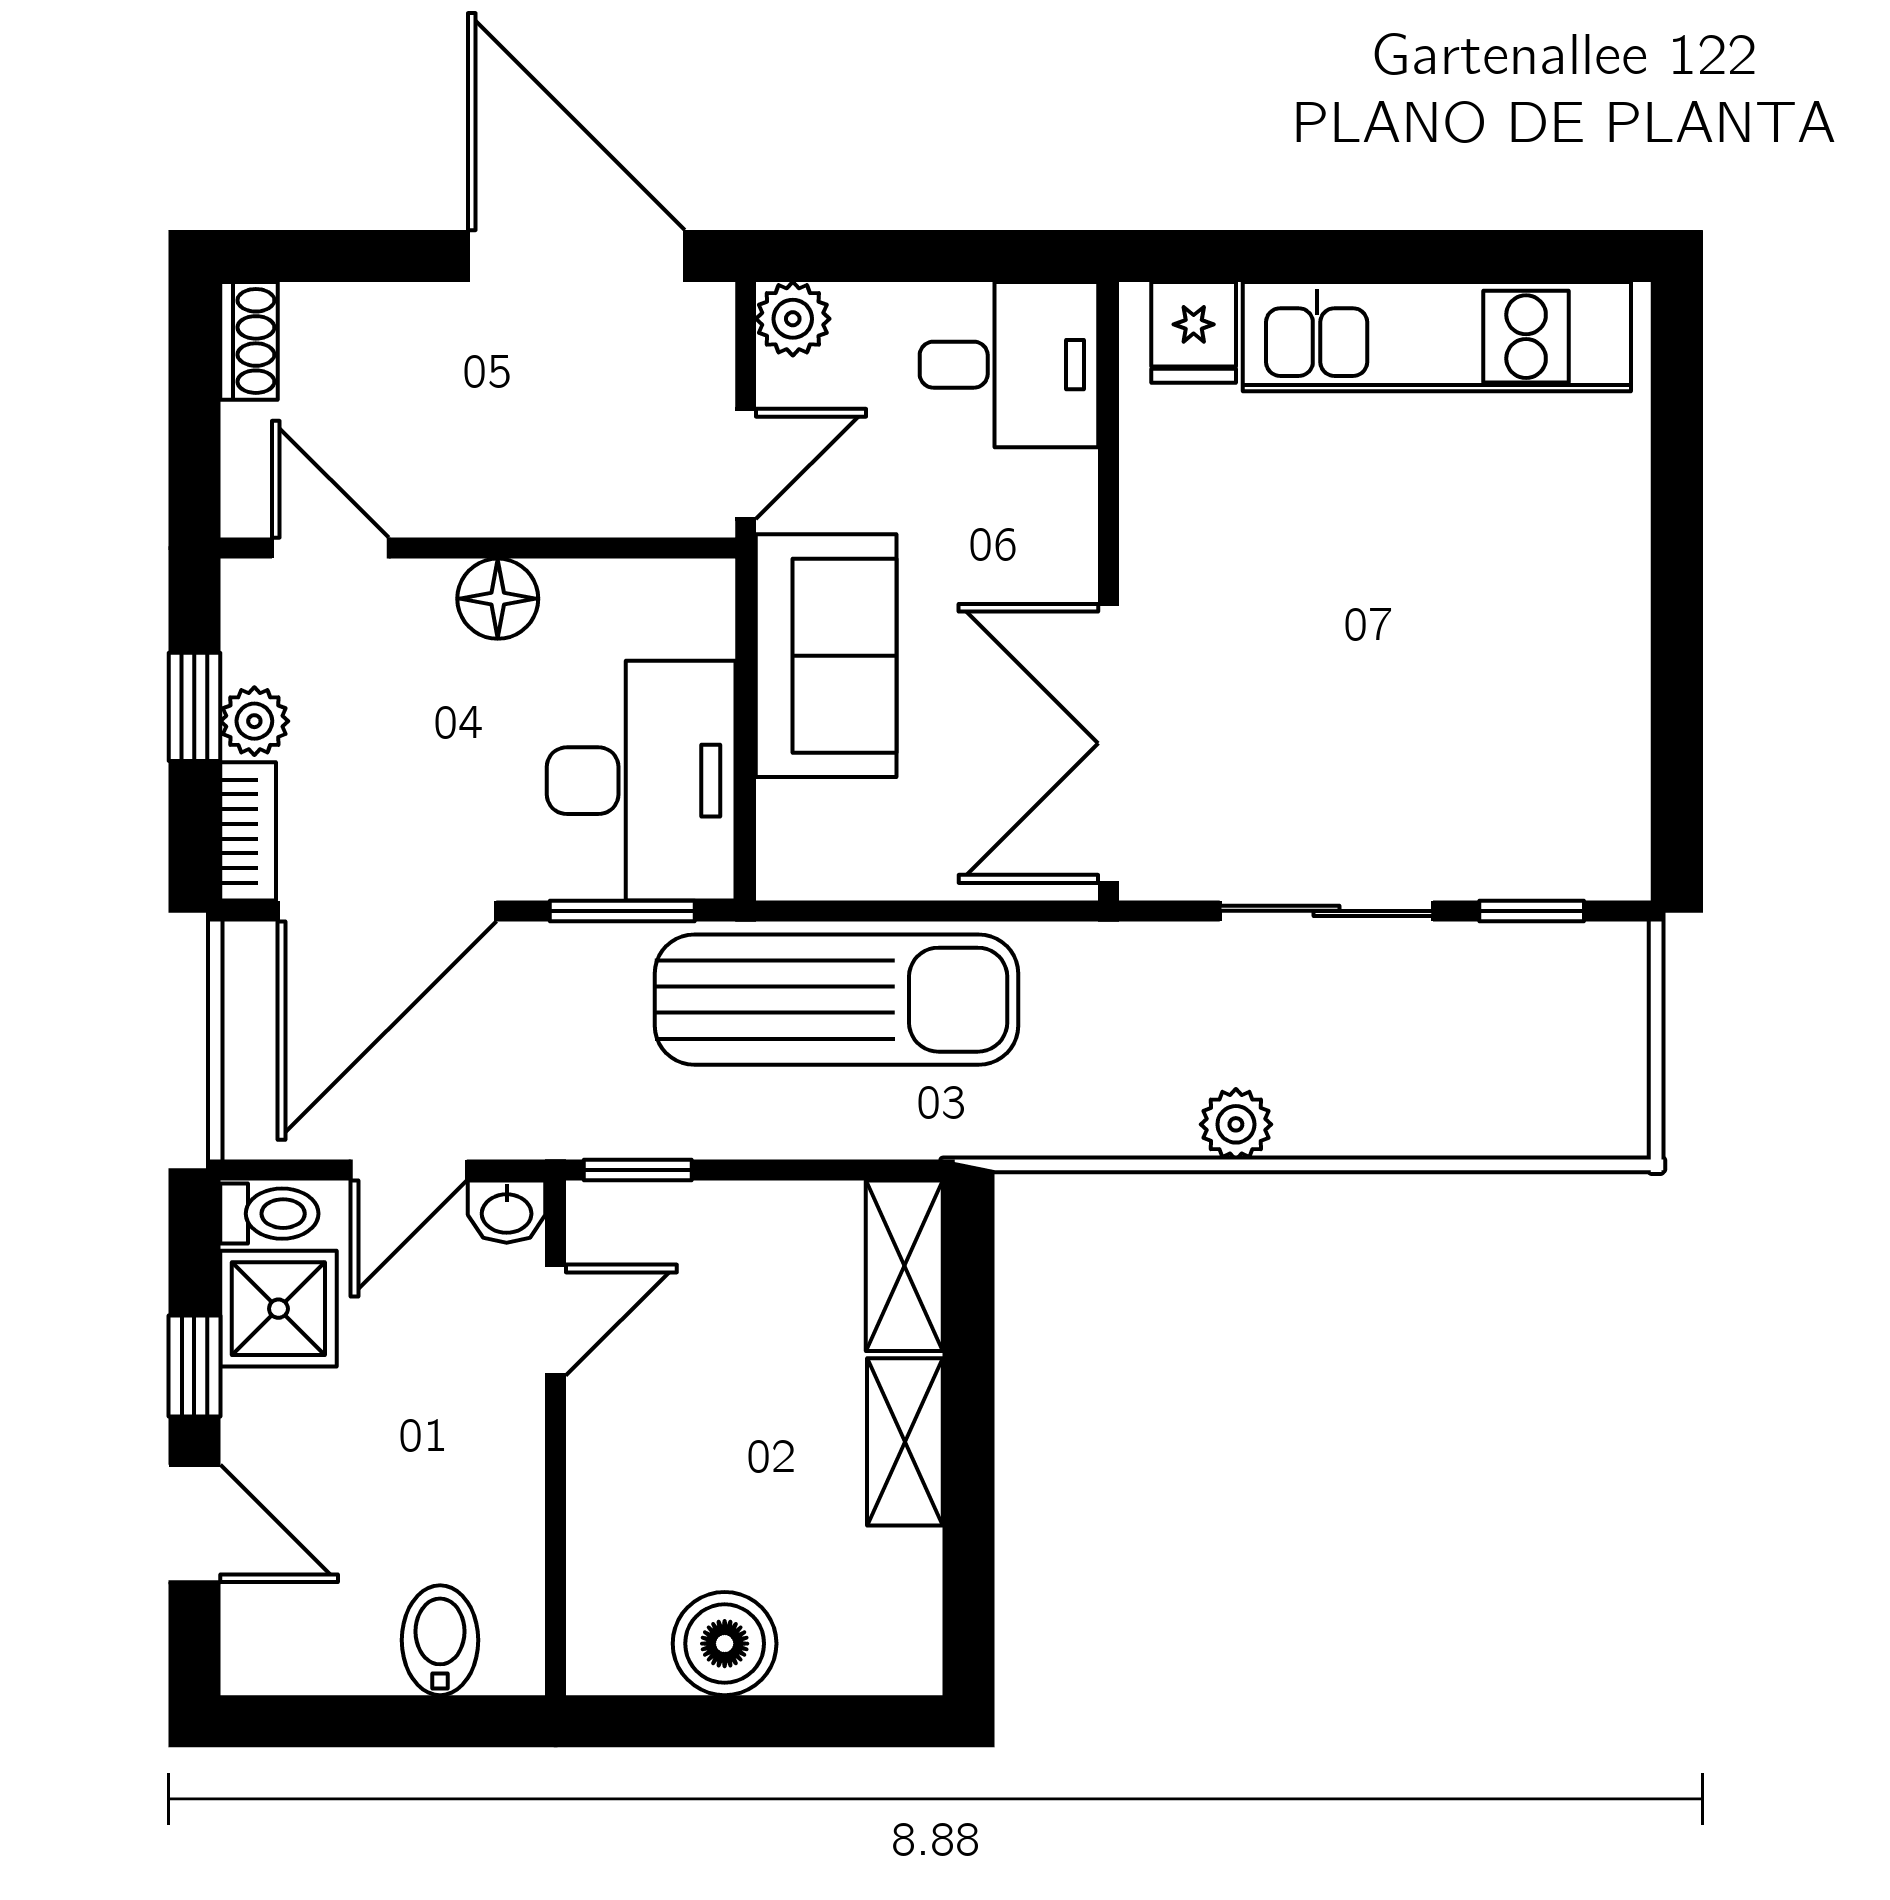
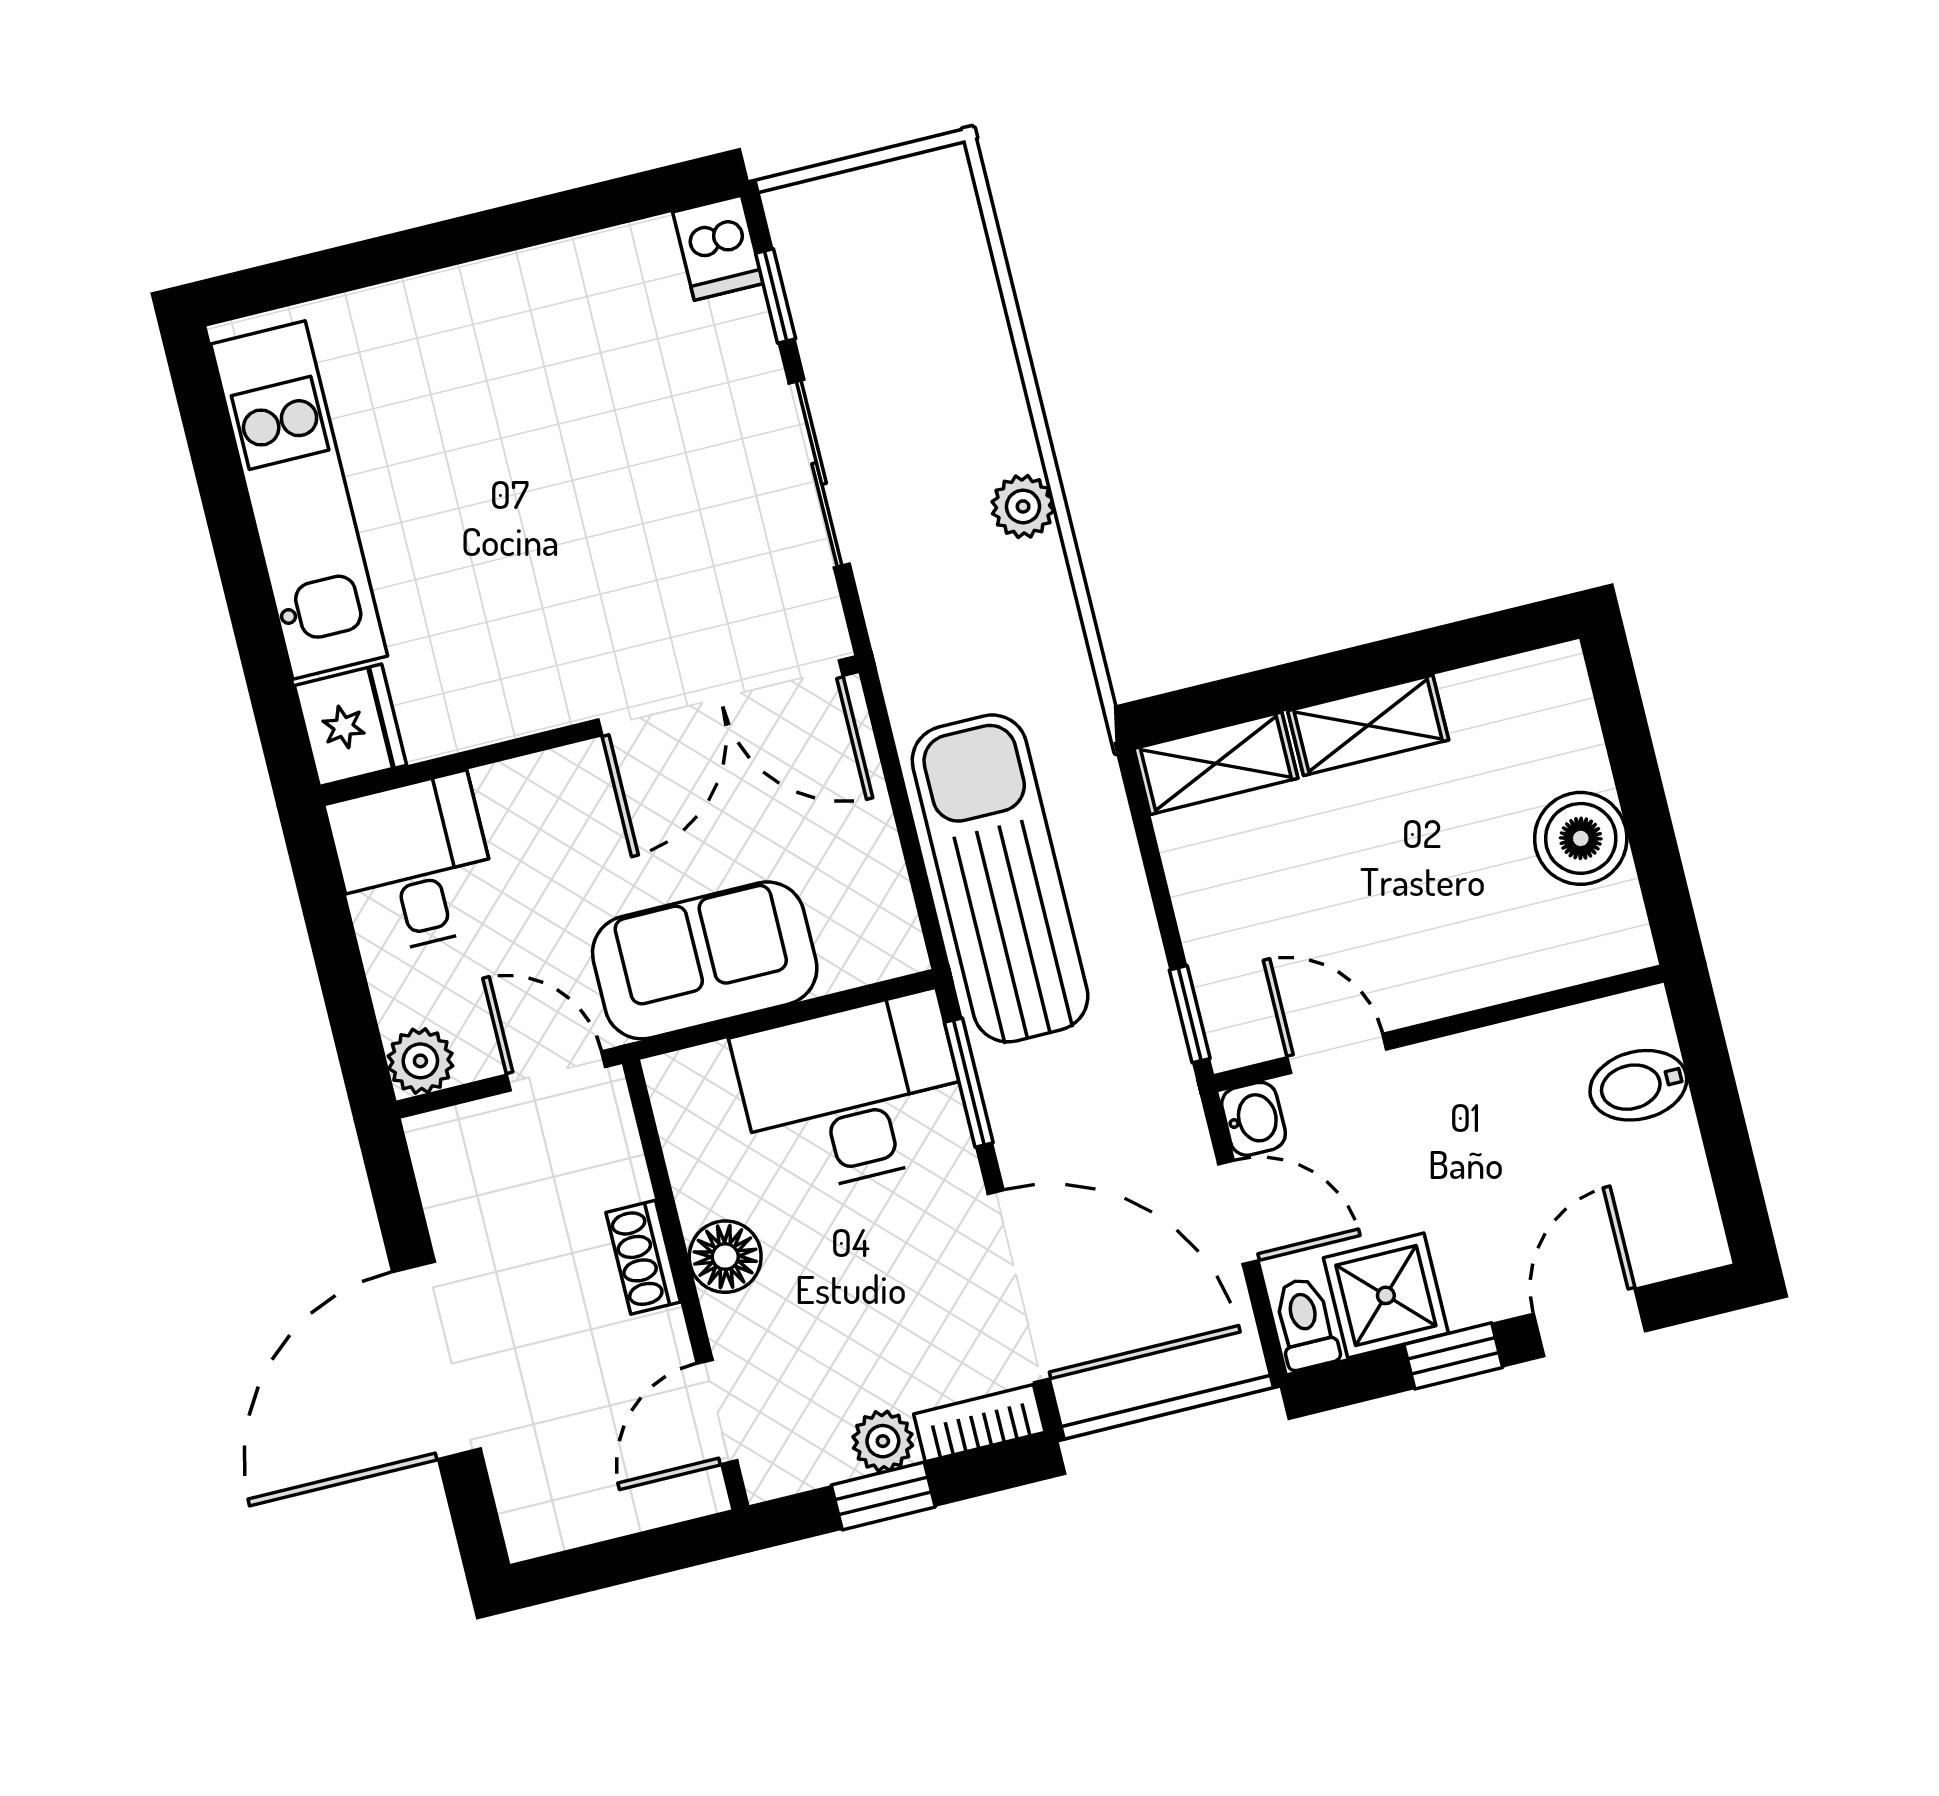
door: (576, 256) -> (436, 1360), moved
fridge: (1194, 332) -> (350, 725), width x1.38
shoe rack: (249, 341) -> (643, 1257), moved, turned -90
dishwasher: (1600, 861) -> (718, 248), added

